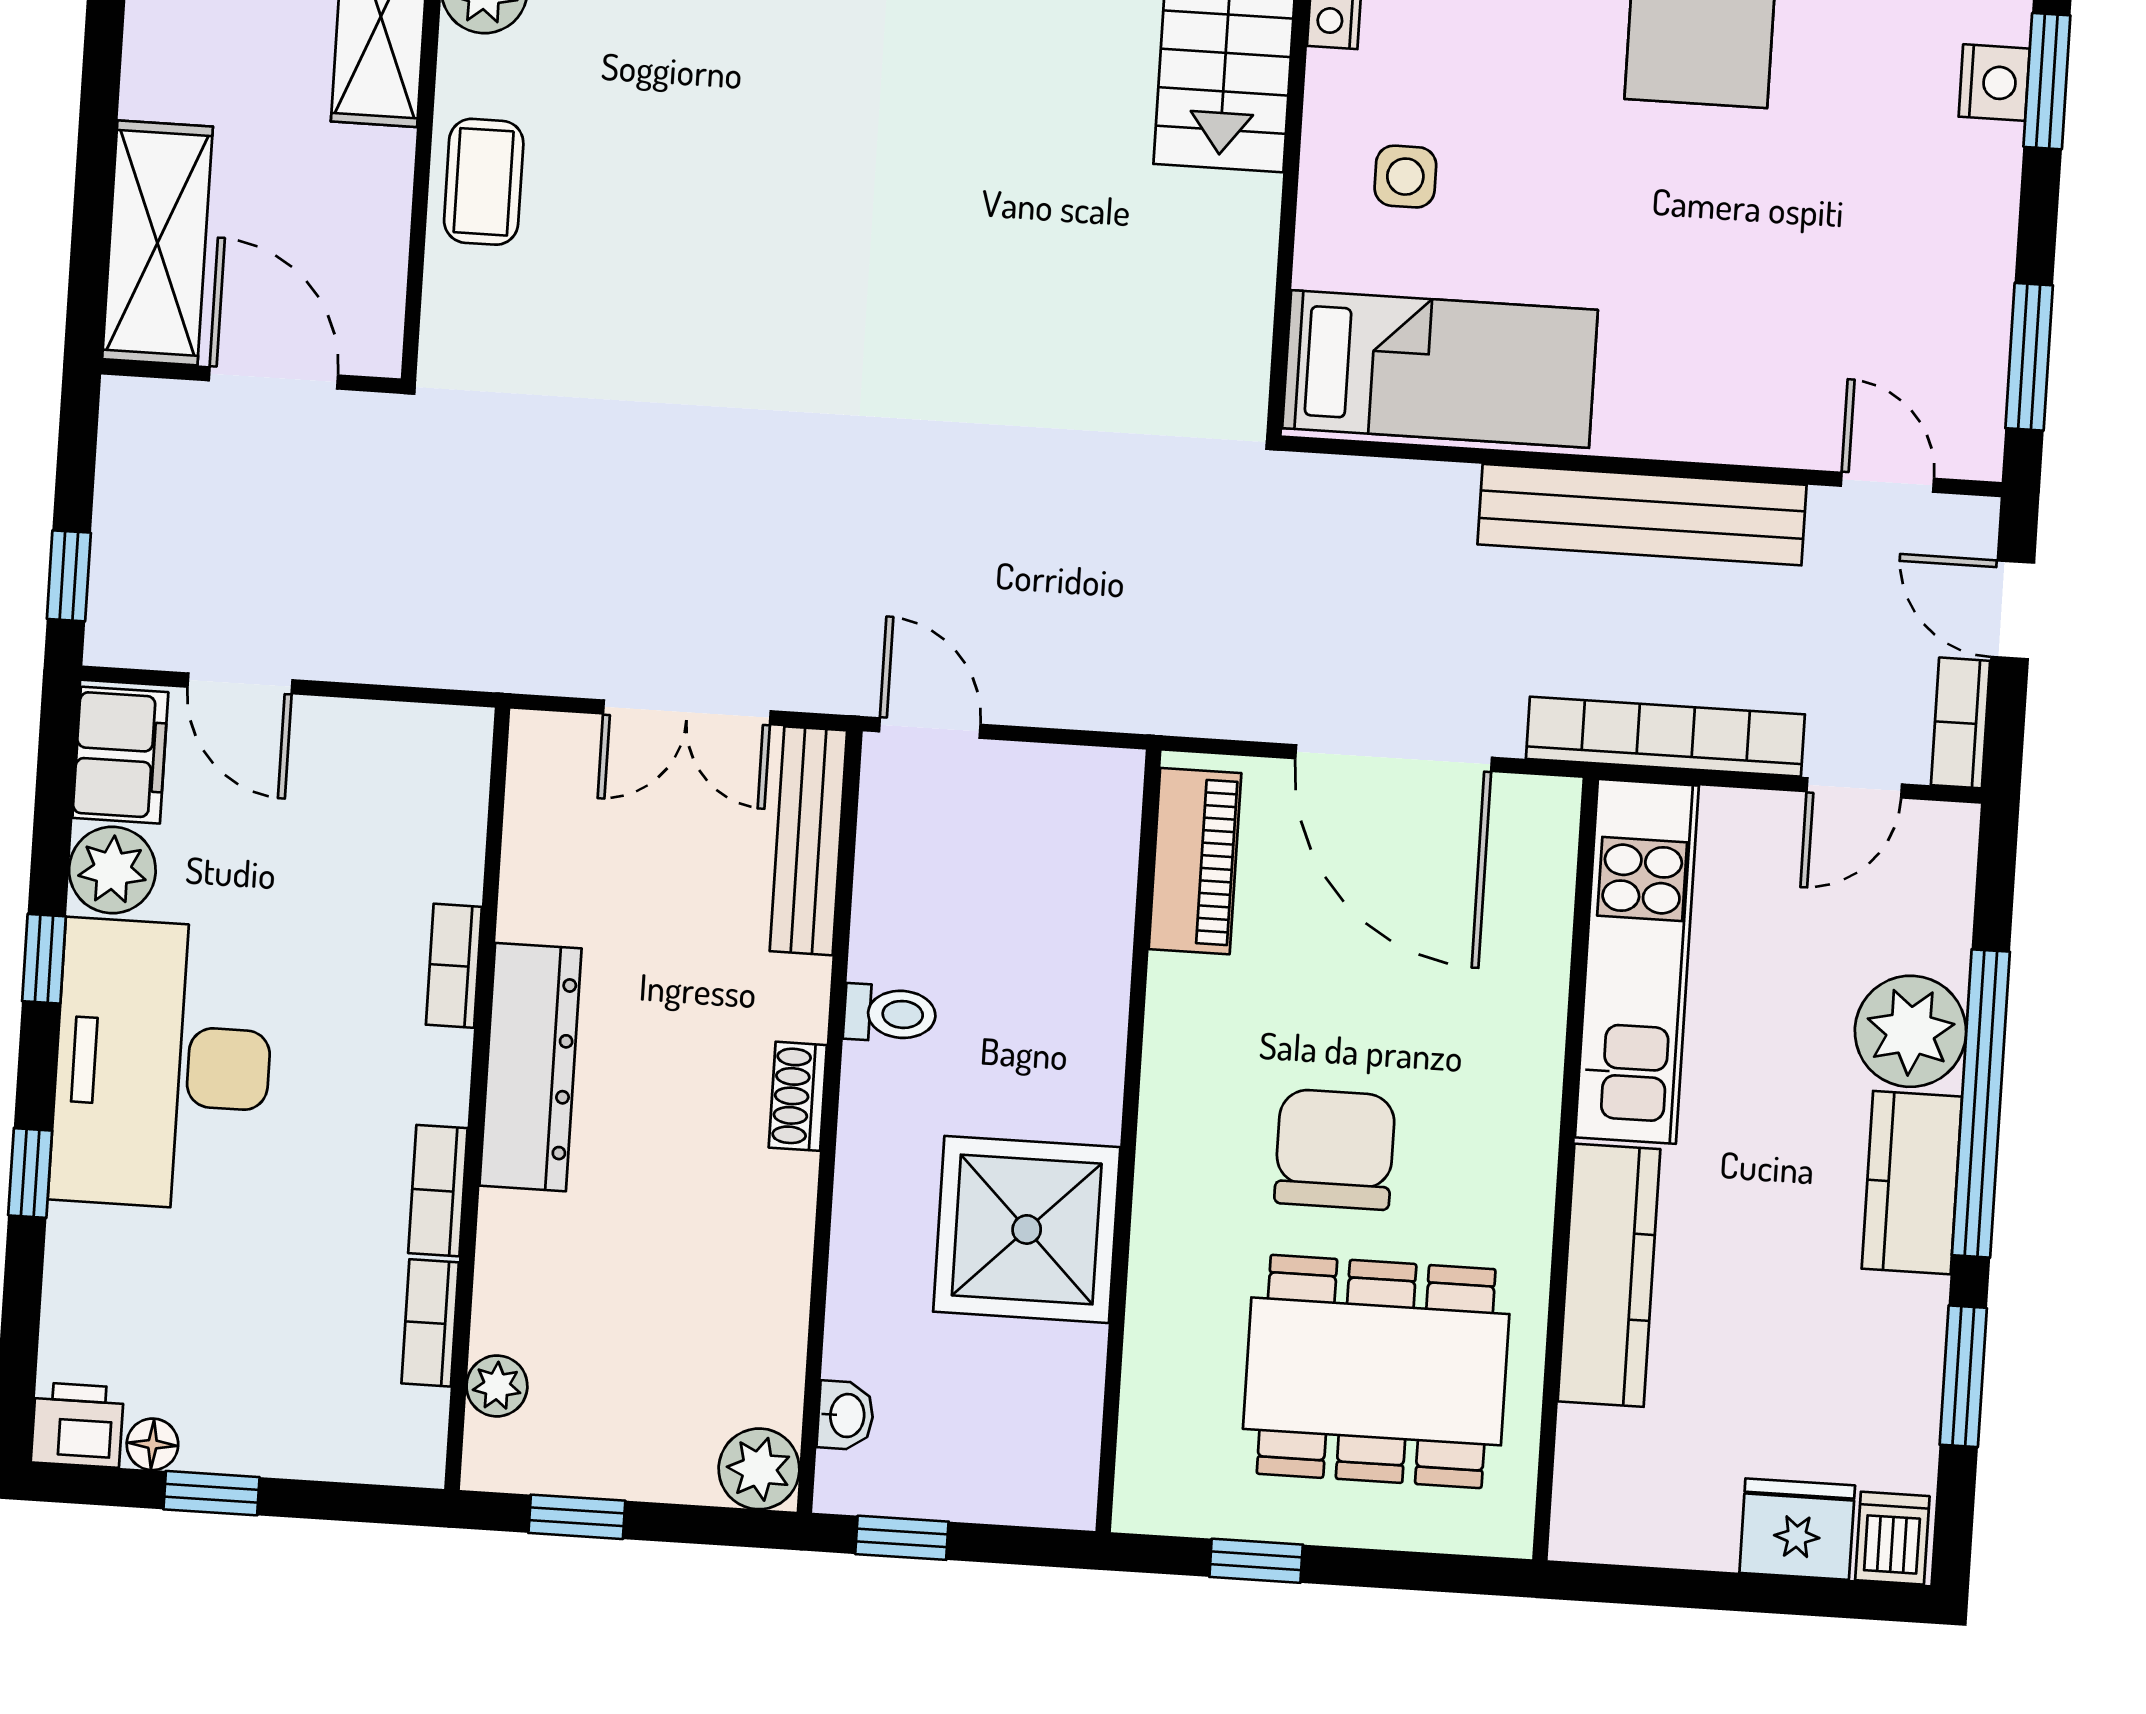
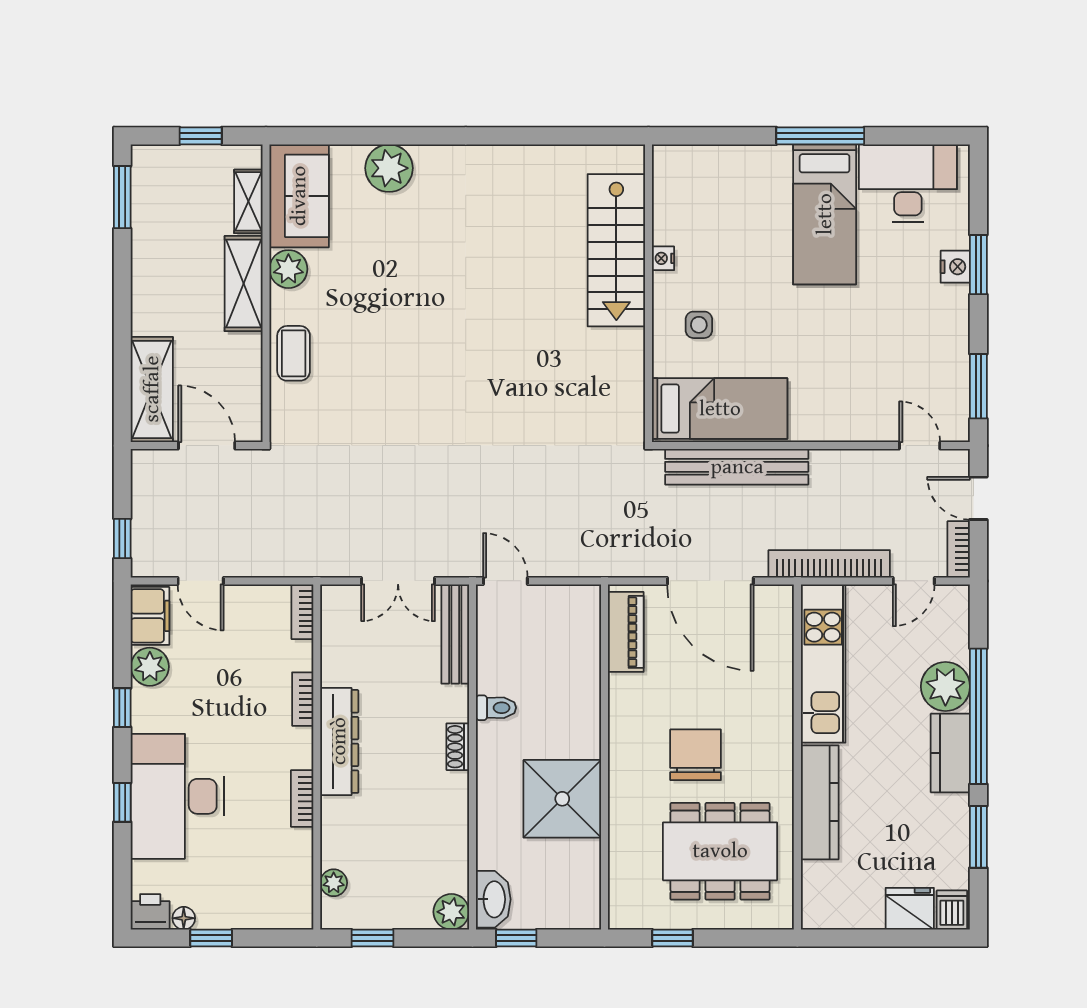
bench: (1642, 515) -> (737, 467), moved
desk: (163, 1065) -> (177, 796), moved
bookcase: (430, 1323) -> (302, 612), moved
washbasin: (846, 1415) -> (493, 899), width x1.91, depth x1.45

